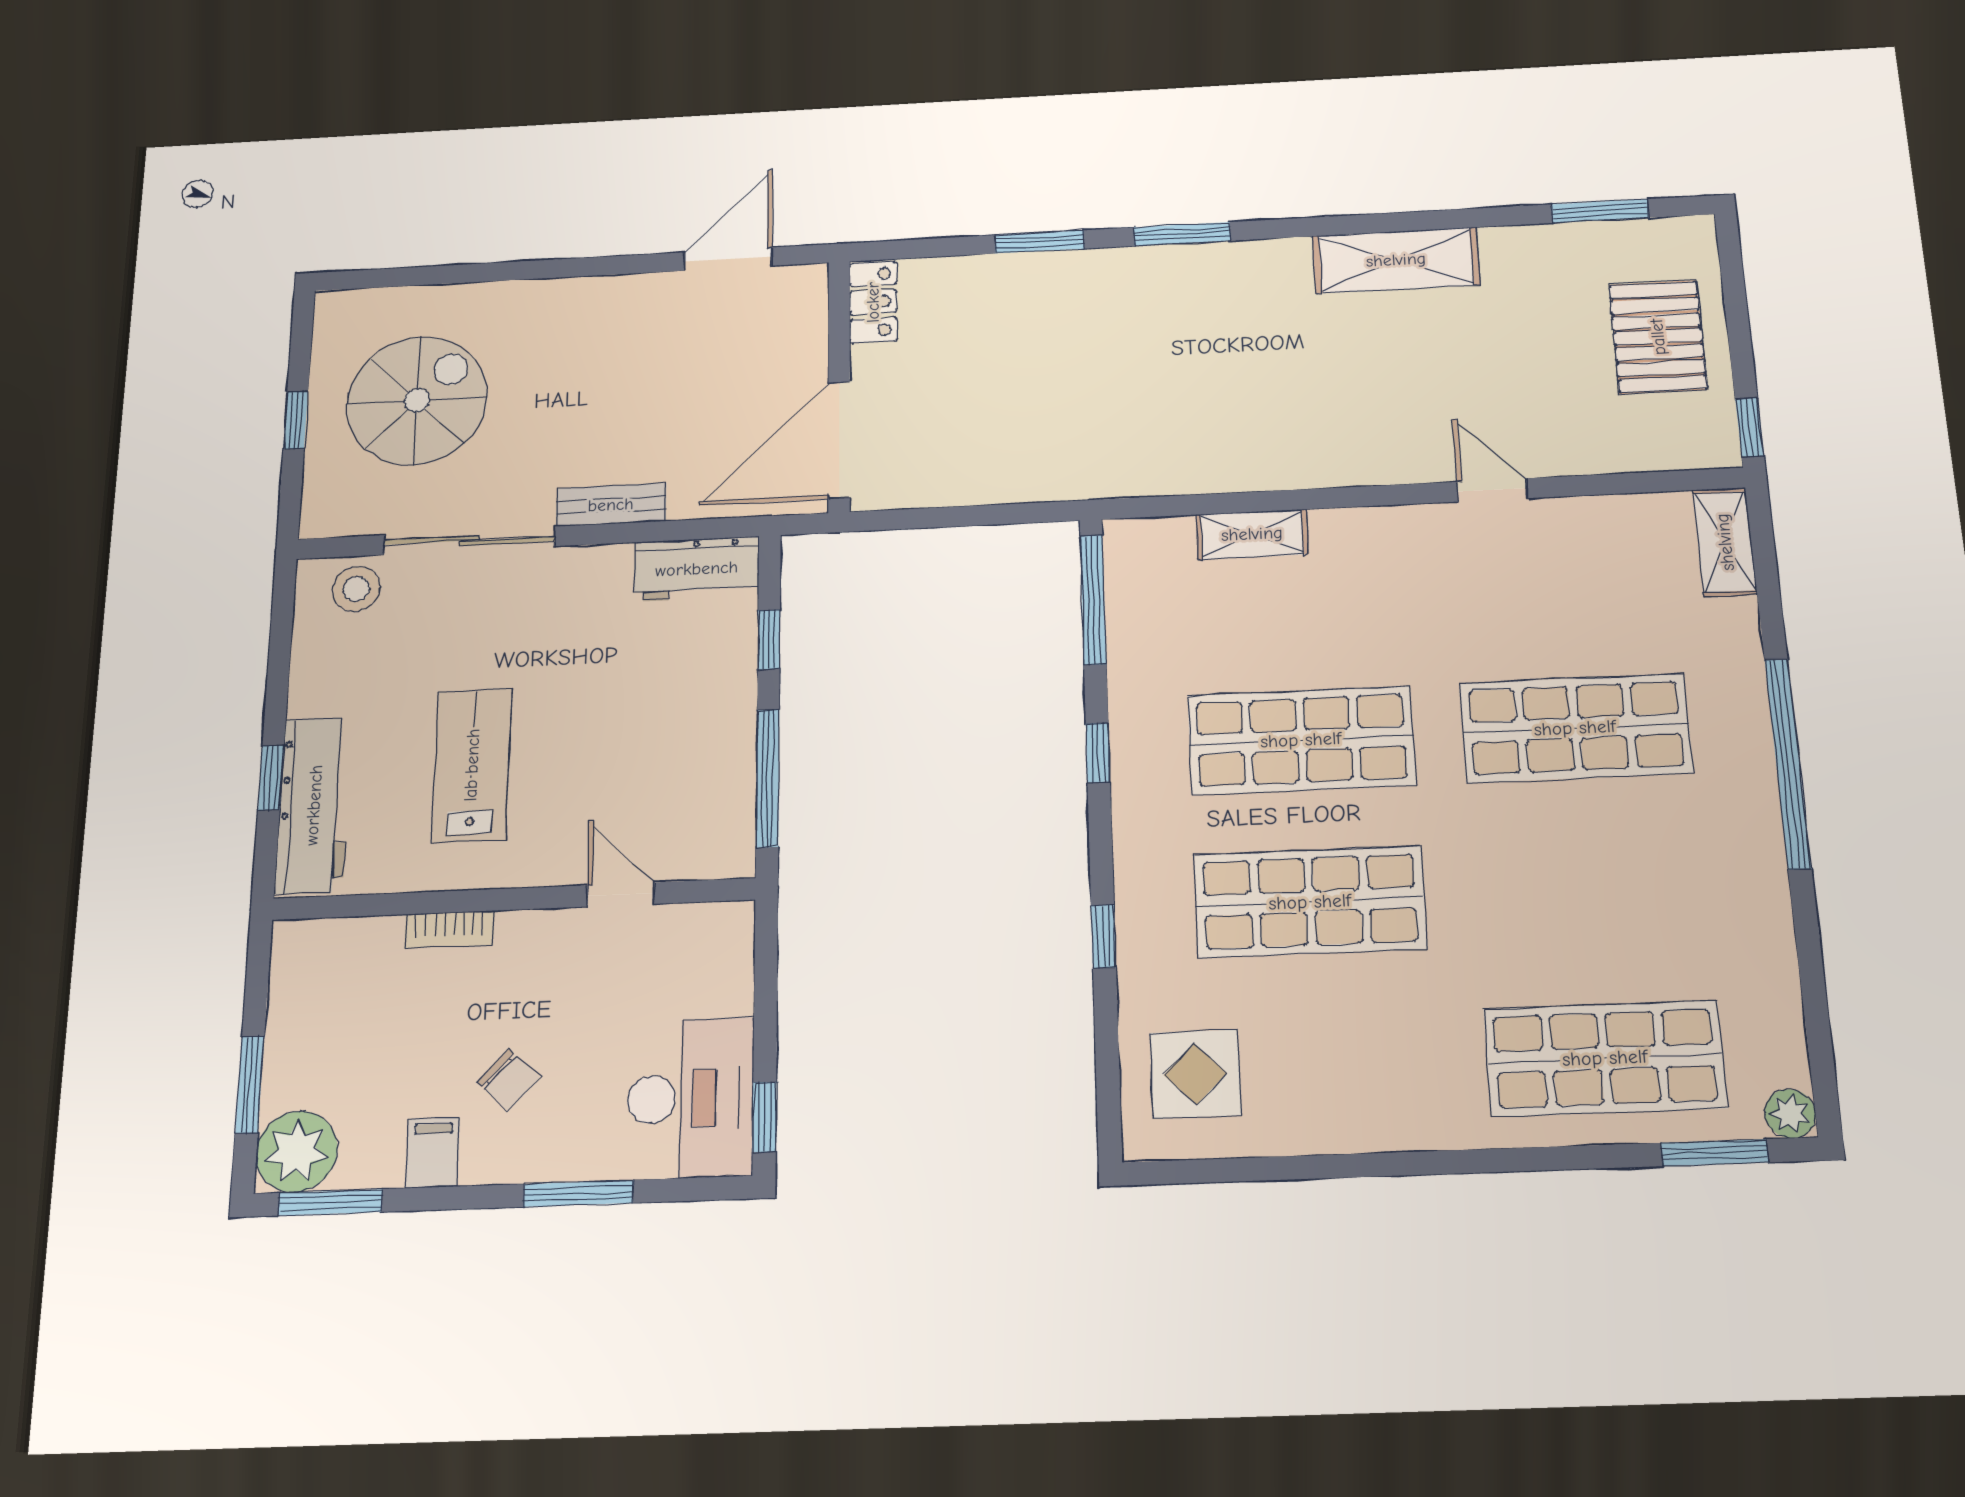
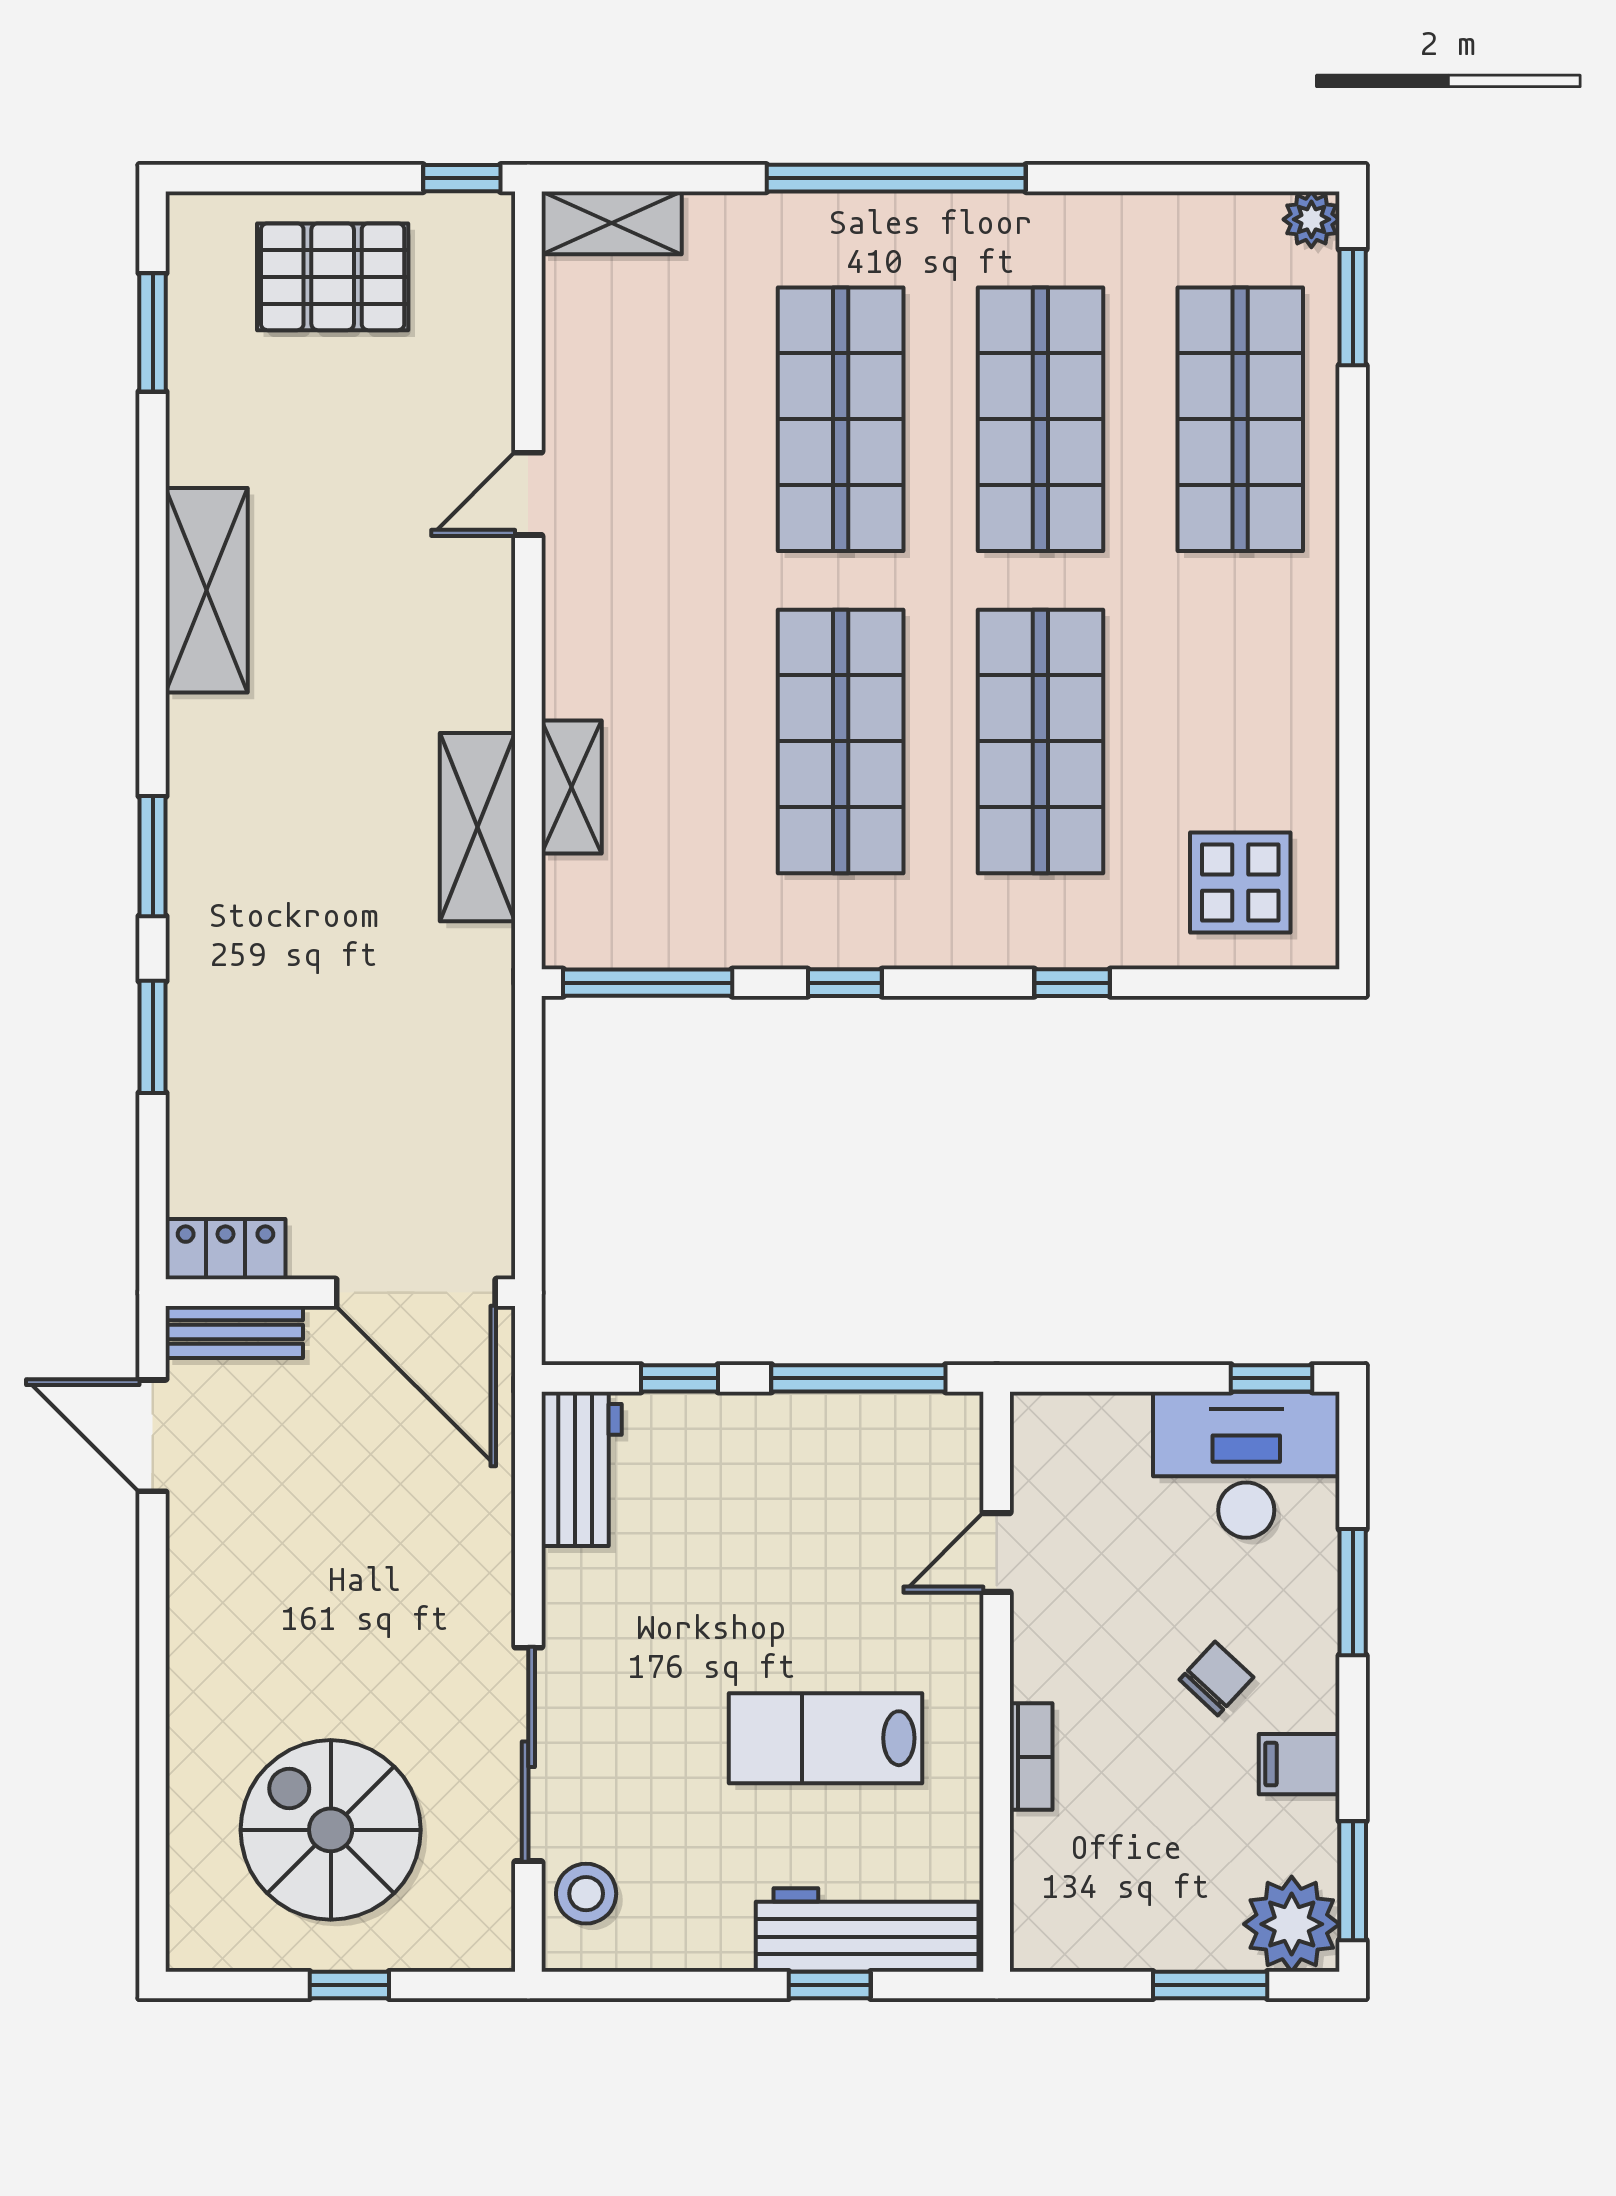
shelving: (1216, 466) -> (477, 827), added
bench: (611, 505) -> (234, 1332), moved, turned 90
shop shelf: (1590, 890) -> (1040, 419), added

